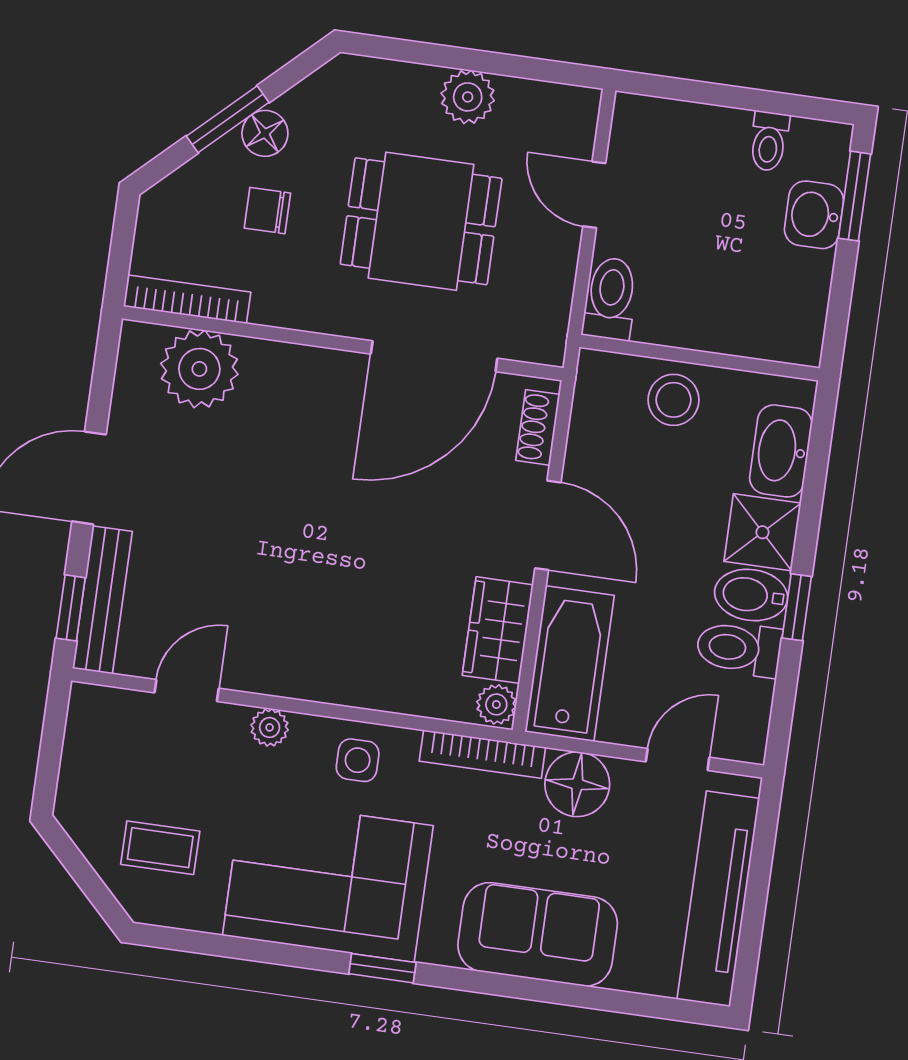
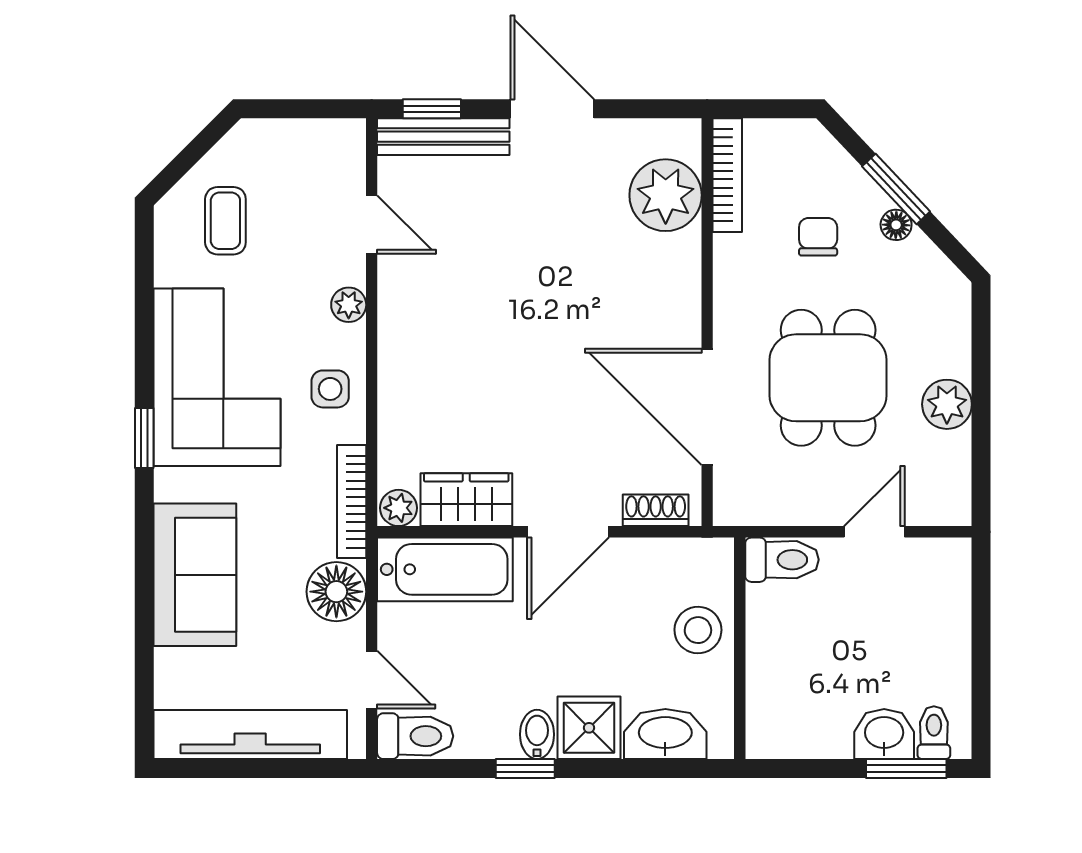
floor lamp: (265, 133) -> (896, 225), width x0.73, depth x0.73
toilet: (769, 141) -> (934, 733), moved, turned 90
bidet: (751, 595) -> (537, 734), width x0.72, depth x0.74
toilet: (739, 648) -> (415, 736), moved, turned 90

